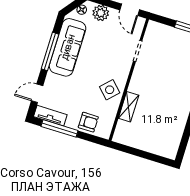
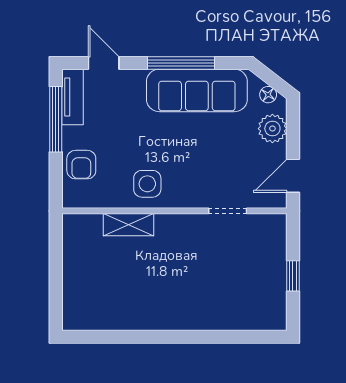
side table: (110, 90) -> (147, 184), turned 45

